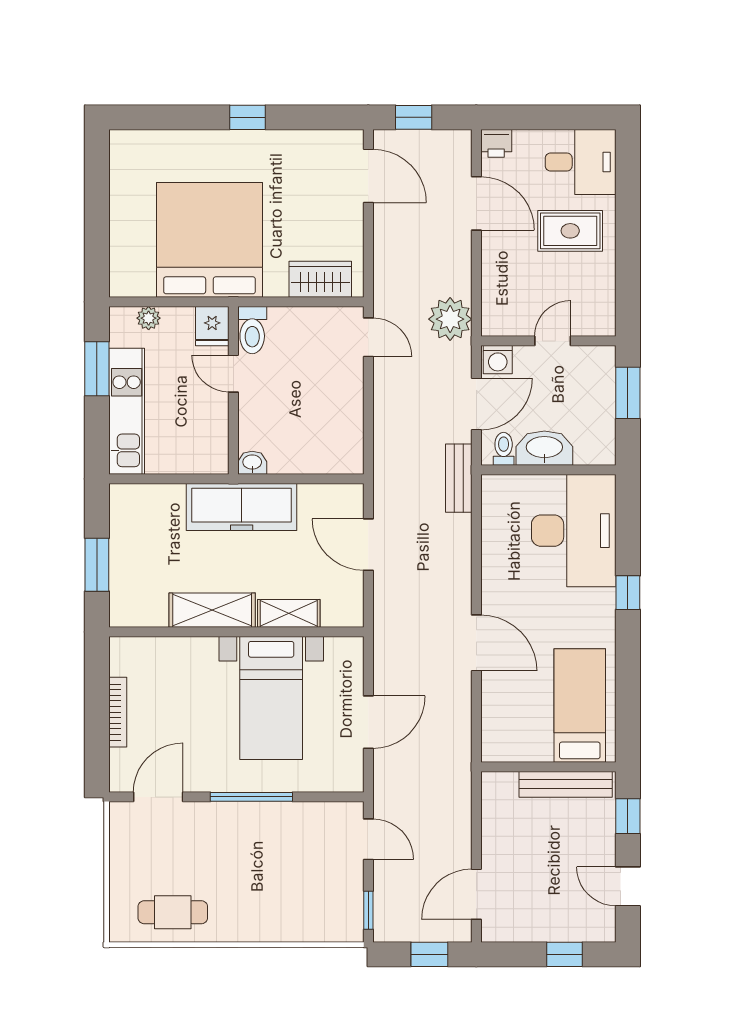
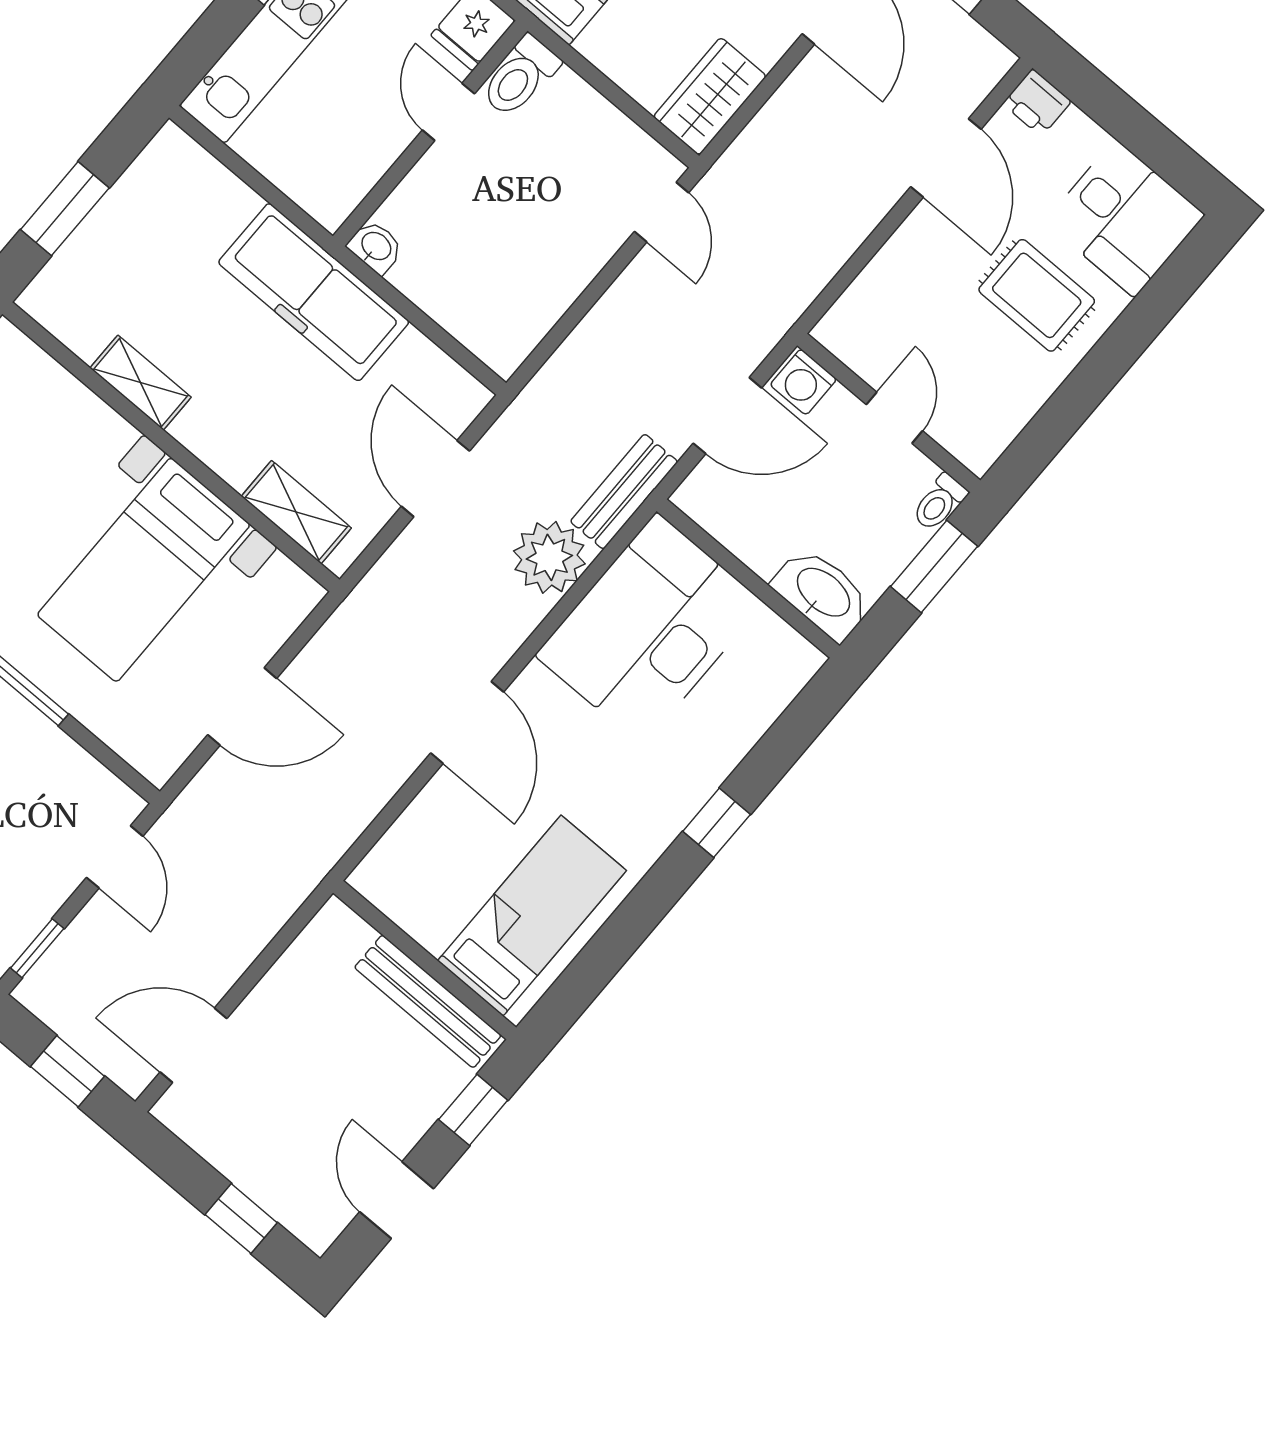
wardrobe: (320, 279) -> (710, 96), moved, turned -90
plant: (450, 319) -> (549, 557), moved
door: (553, 341) -> (894, 418), hinge flipped
washbasin: (544, 448) -> (822, 594), moved
toilet: (504, 449) -> (939, 502), moved, turned 180
desk: (574, 531) -> (649, 629), moved, turned 180
shelving: (212, 610) -> (141, 383), width x0.67, depth x0.75
shelving: (289, 613) -> (296, 512), moved

